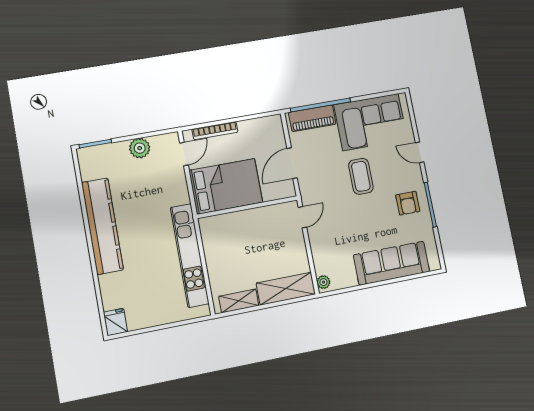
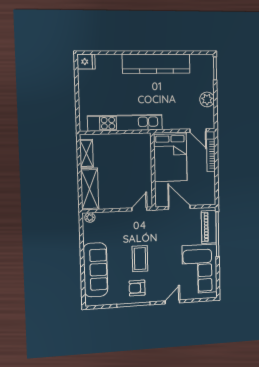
coffee table: (361, 176) -> (140, 259), moved, turned 90
door: (302, 217) -> (139, 209), swing flipped

